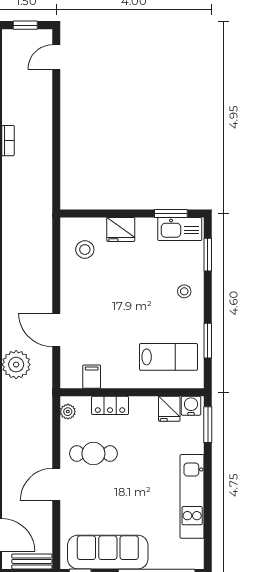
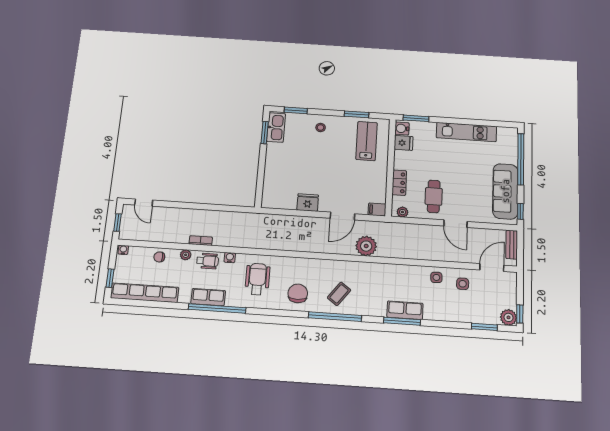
fridge: (121, 229) -> (308, 203), moved, turned -90
stool: (85, 250) -> (285, 192), removed
filing cabinet: (92, 377) -> (377, 209), moved

